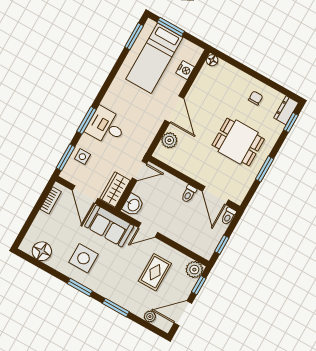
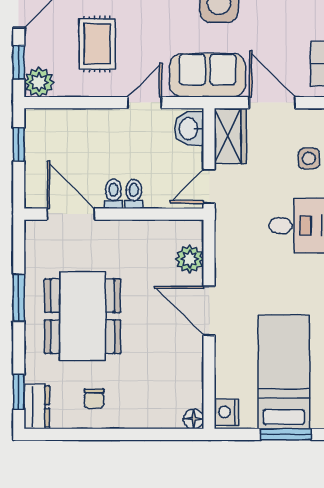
nightstand: (185, 70) -> (226, 412), moved
dining table: (238, 142) -> (83, 316), width x1.38
toilet: (228, 216) -> (134, 194), moved

